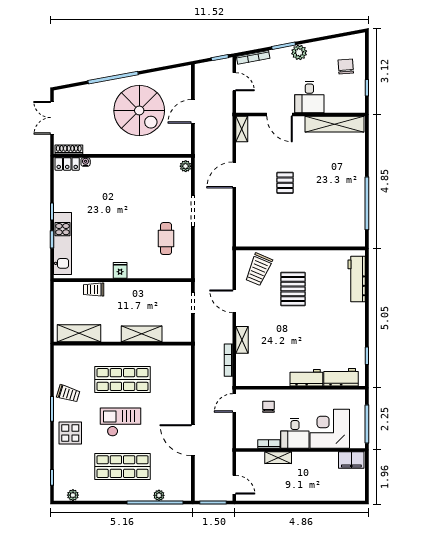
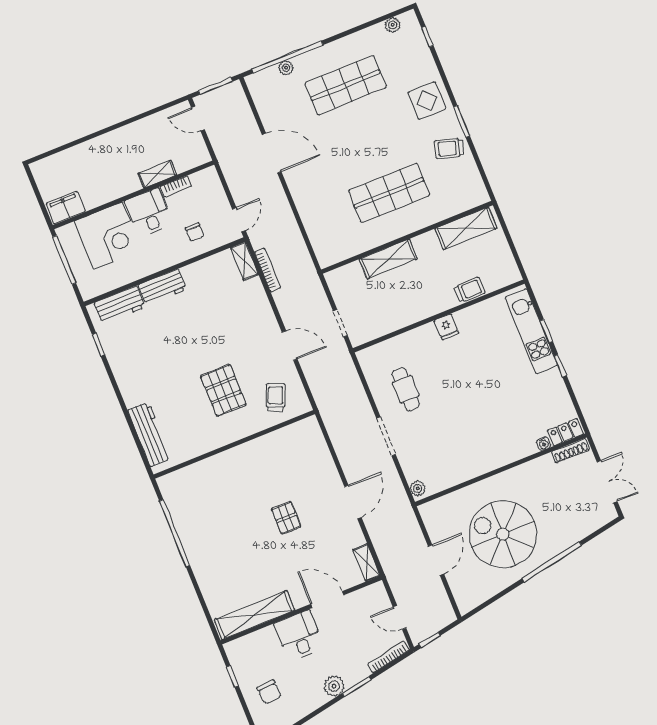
trolley: (259, 269) -> (276, 397), width x0.73, depth x0.72
shelving: (242, 340) -> (244, 261), moved
checkout: (121, 422) -> (370, 139), removed

